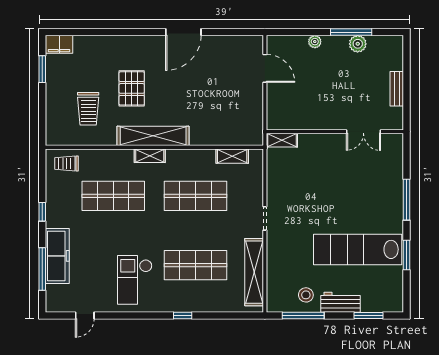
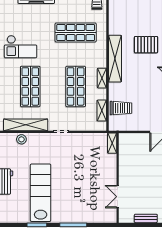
trolley: (88, 109) -> (121, 108), moved, turned 180
shelving: (150, 156) -> (102, 78), moved
shop shelf: (113, 196) -> (76, 33), turned 90
checkout: (135, 280) -> (21, 47), turned 180
stool: (306, 295) -> (21, 139), moved

